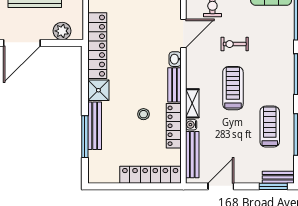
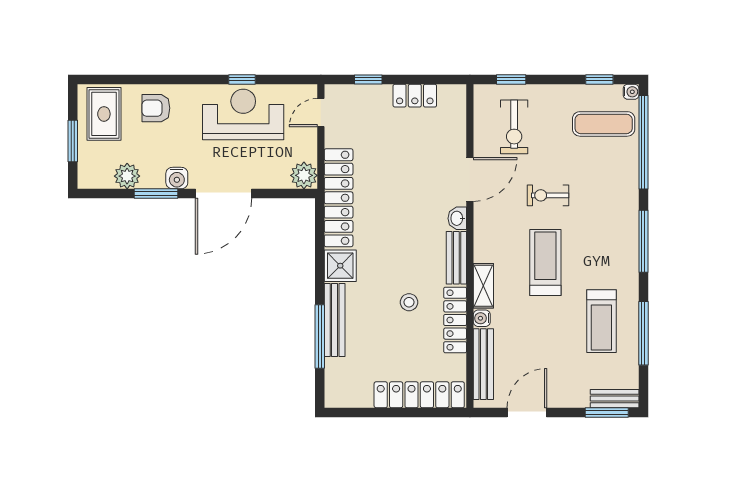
plant: (62, 31) -> (304, 175), moved
treadmill: (270, 127) -> (601, 321), turned 180

